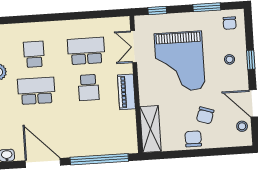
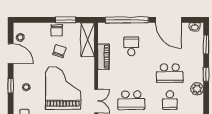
school desk: (89, 87) -> (131, 46), moved
piano: (127, 92) -> (104, 57), moved
chair: (205, 115) -> (59, 51), moved
window: (182, 154) -> (66, 20), added

